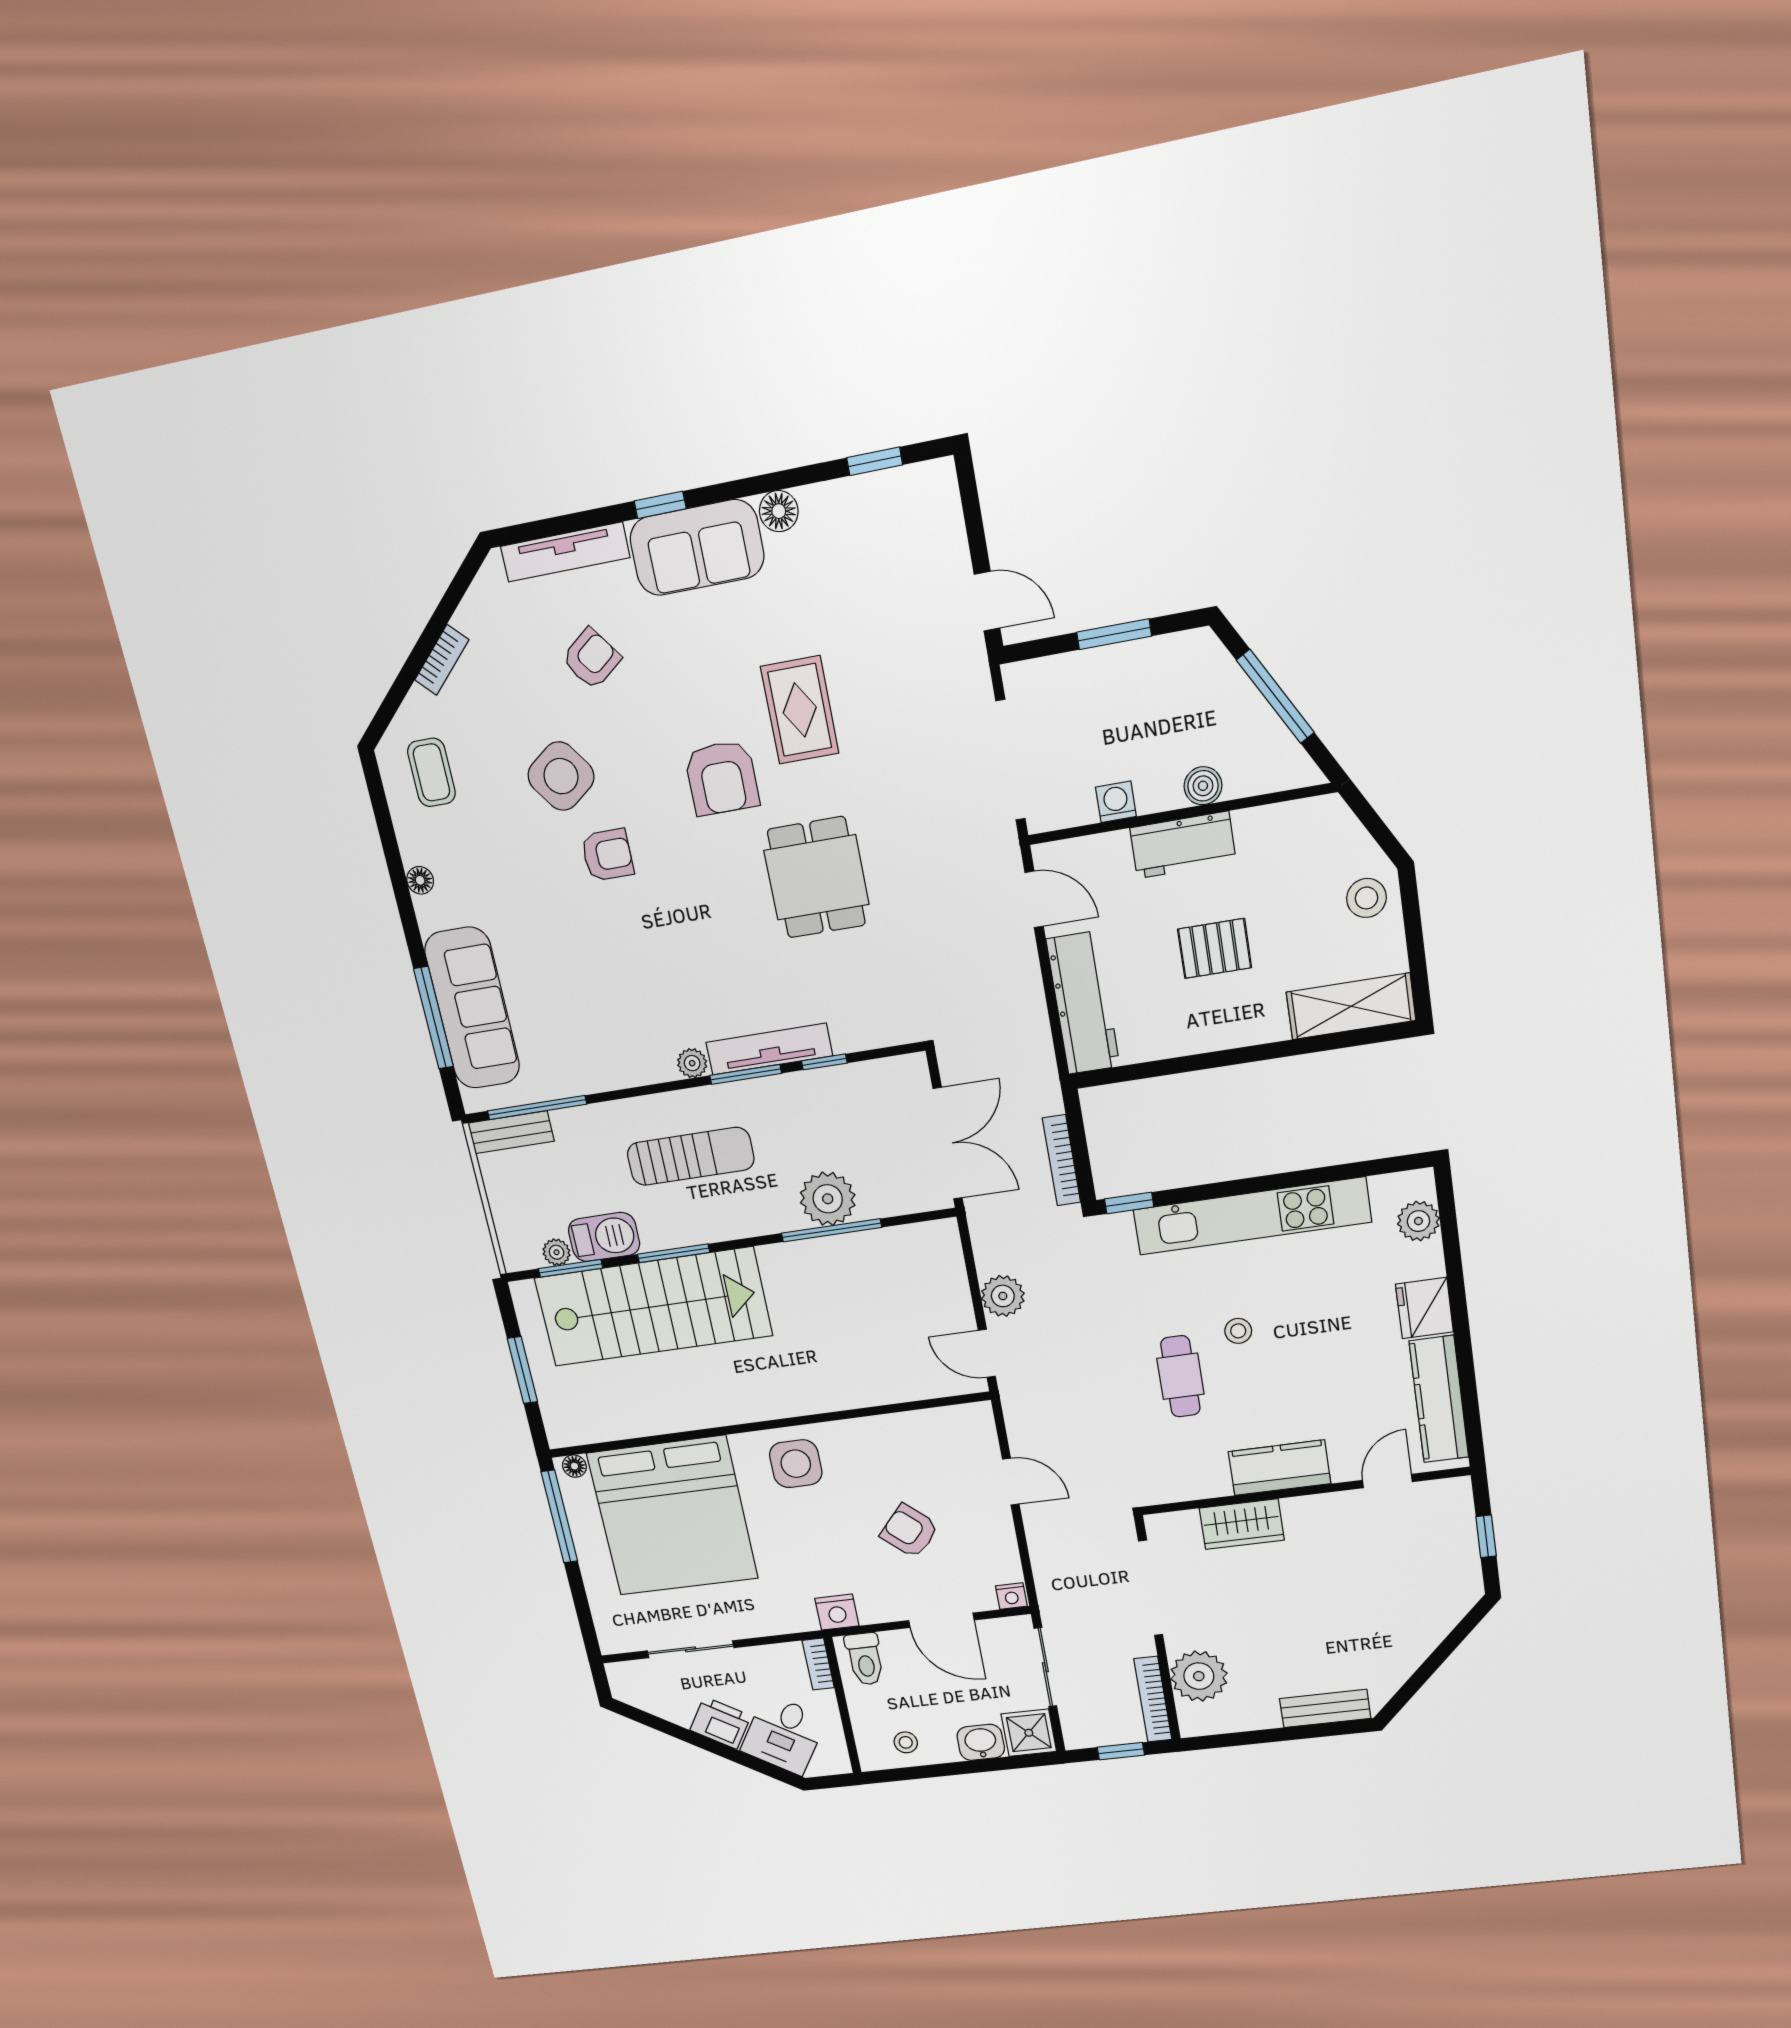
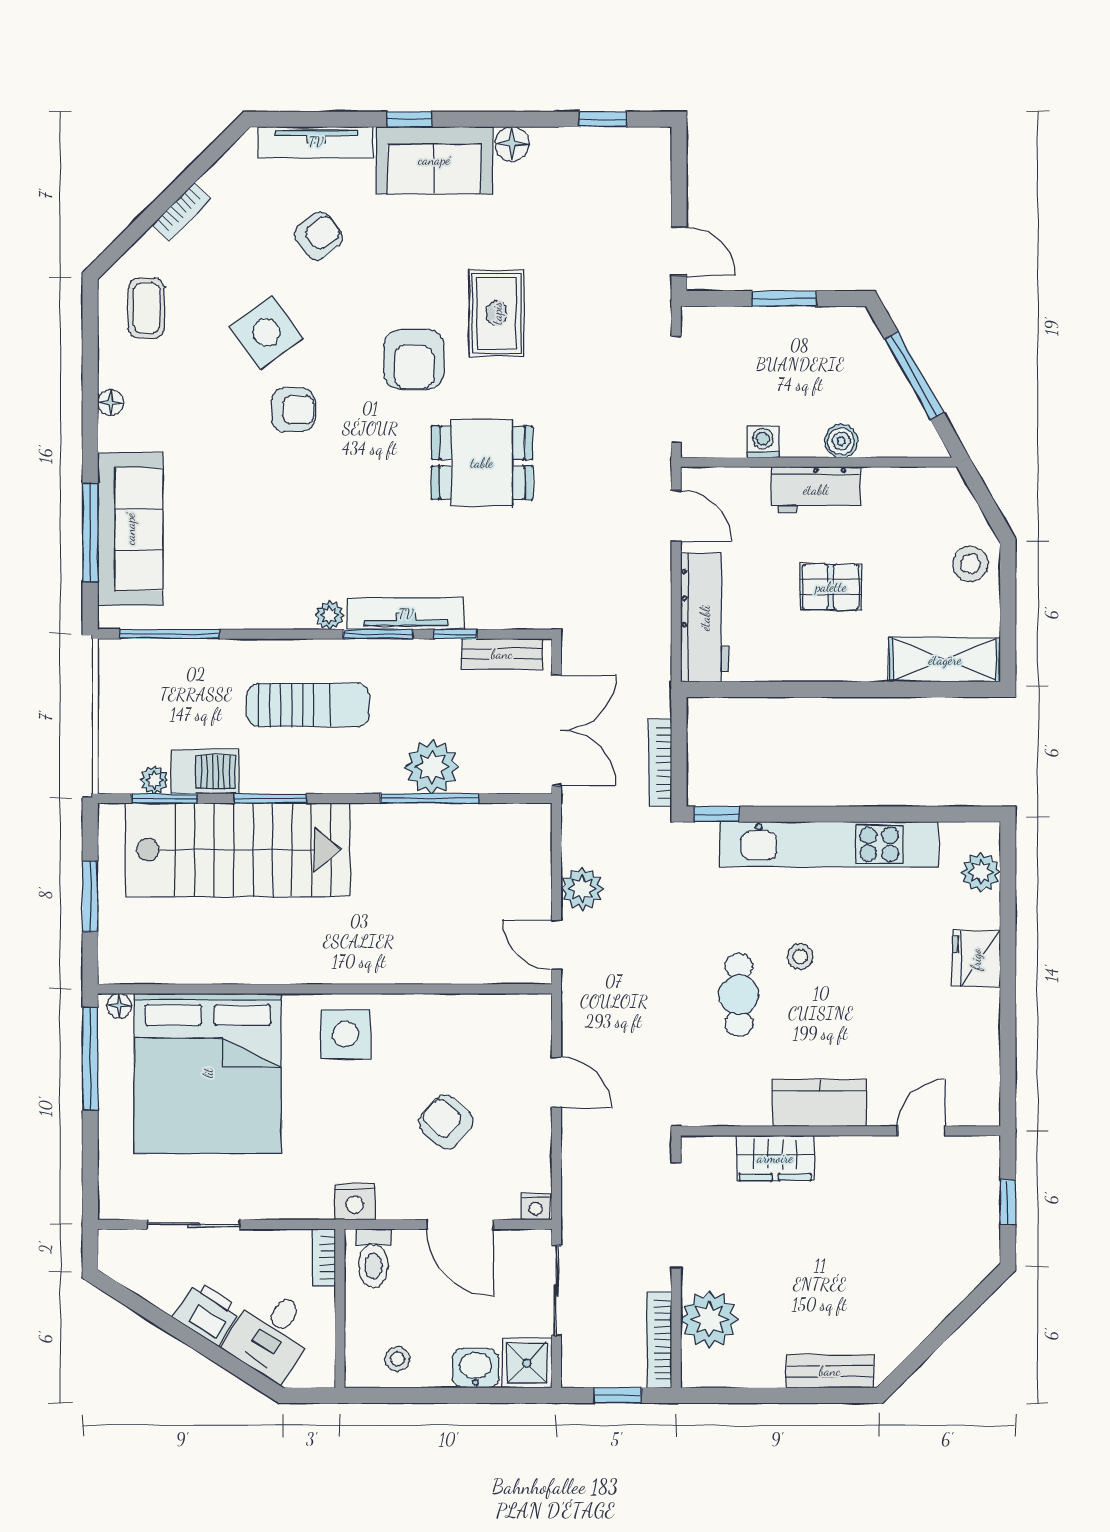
dining table: (816, 877) -> (482, 463), turned 90
bench: (511, 1132) -> (502, 654), moved
kitchen counter: (1439, 1399) -> (979, 1053), removed

